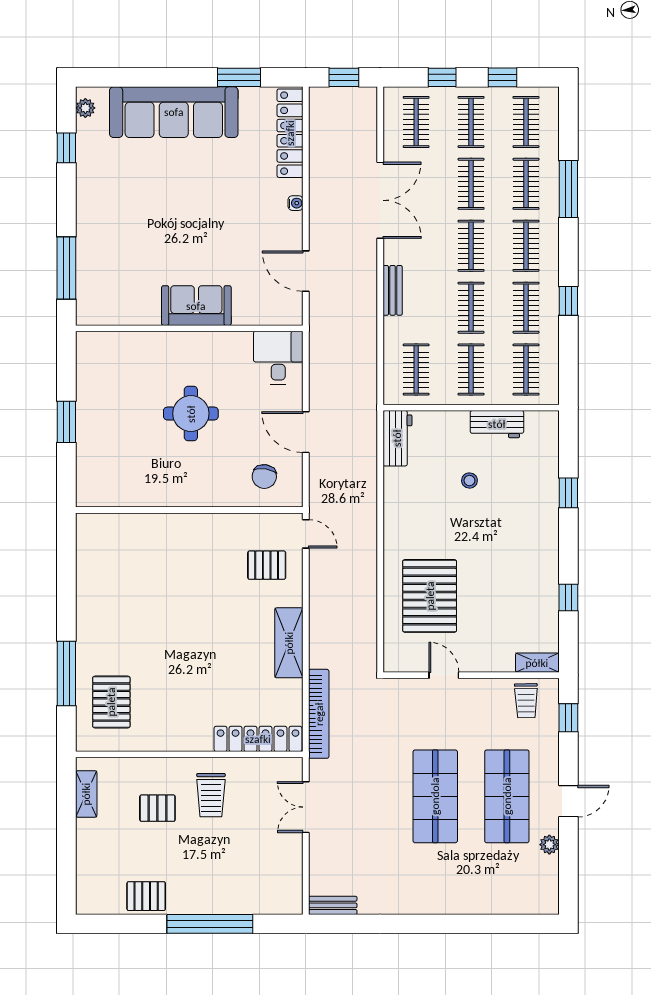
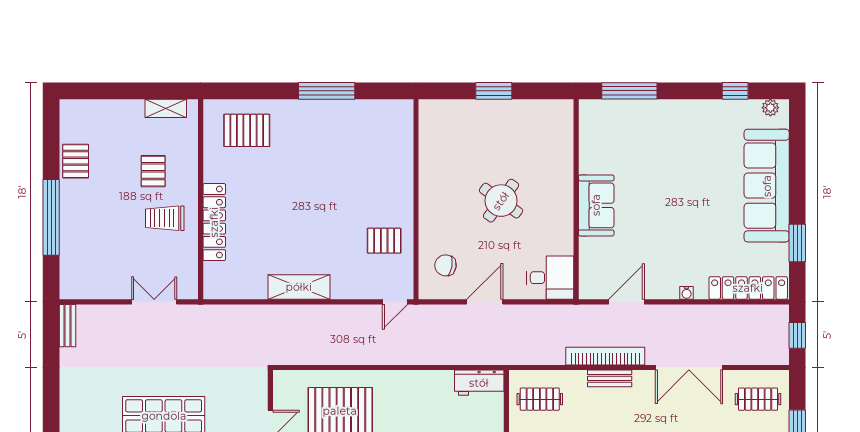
round table: (191, 414) -> (501, 201), turned 36
pallet: (267, 565) -> (384, 241), moved, turned 90
window: (66, 674) -> (327, 91), moved
bookcase: (319, 714) -> (605, 356), moved, turned 180
locker: (258, 739) -> (214, 222), moved

